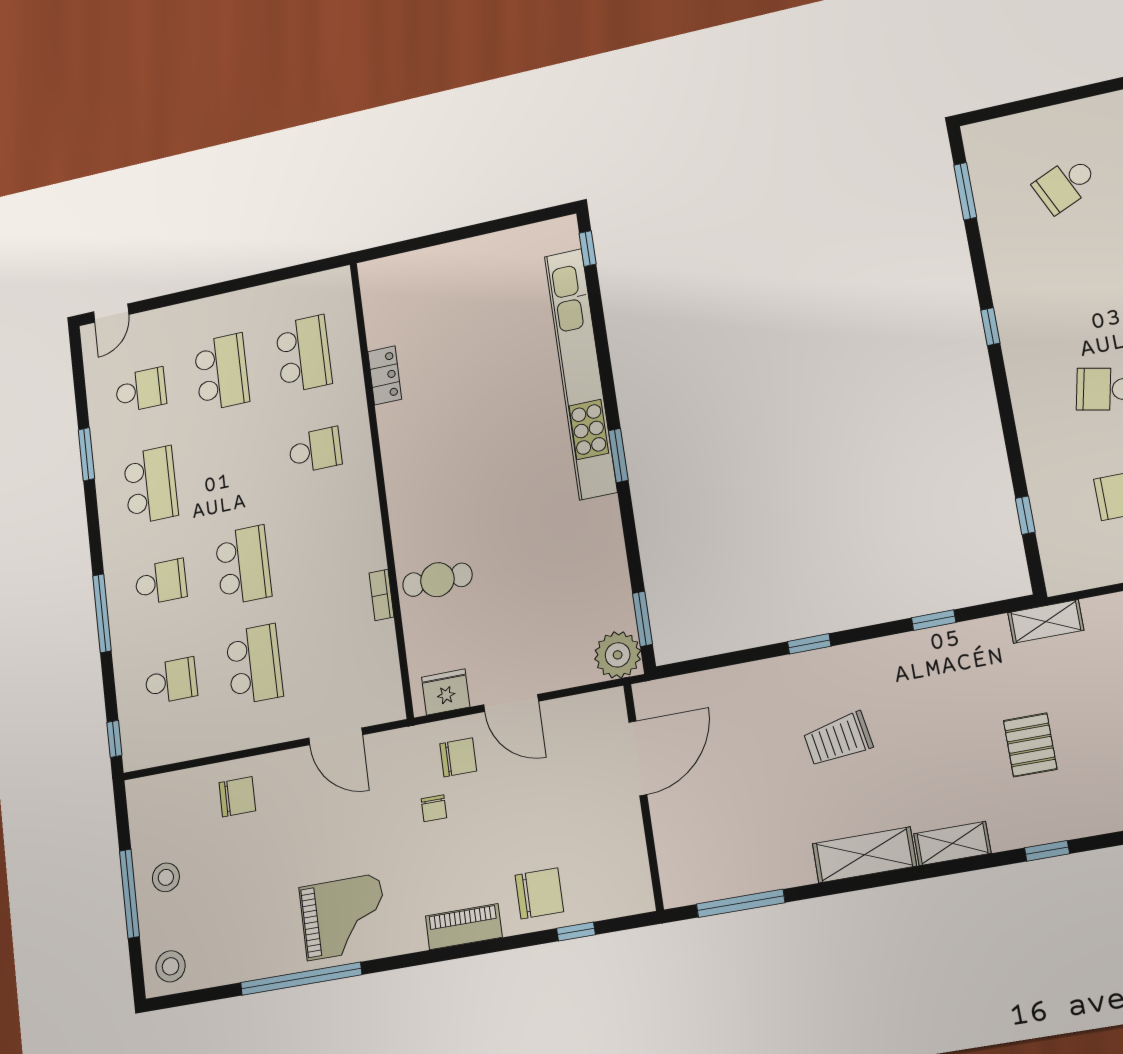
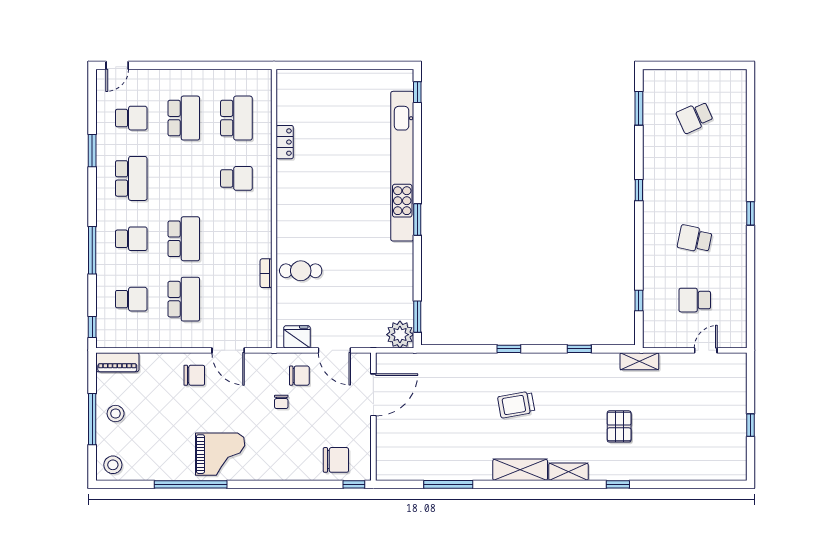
door: (638, 758) -> (373, 395), moved
wall: (643, 796) -> (373, 417), moved
chair: (237, 797) -> (194, 375), moved
piano: (464, 927) -> (117, 362), moved, turned 180

